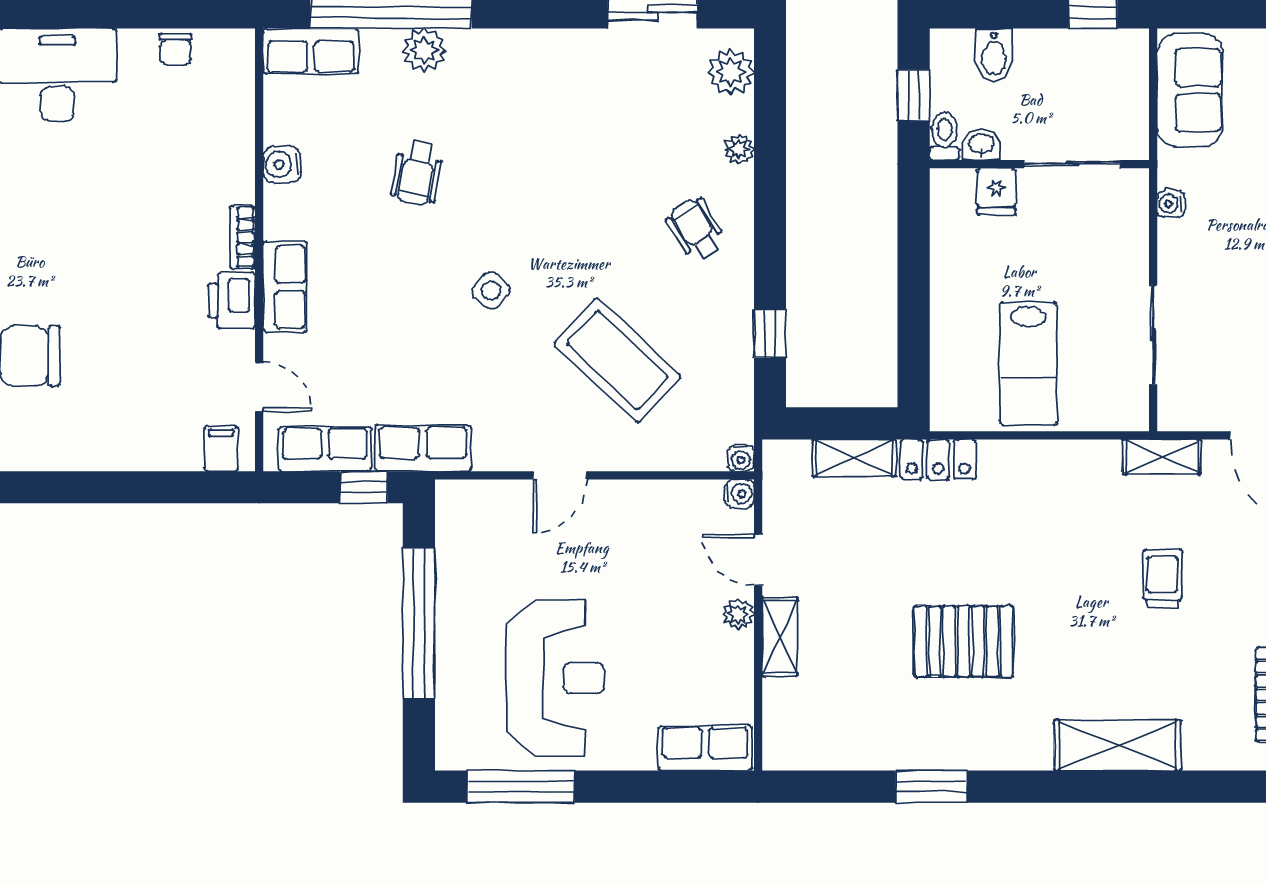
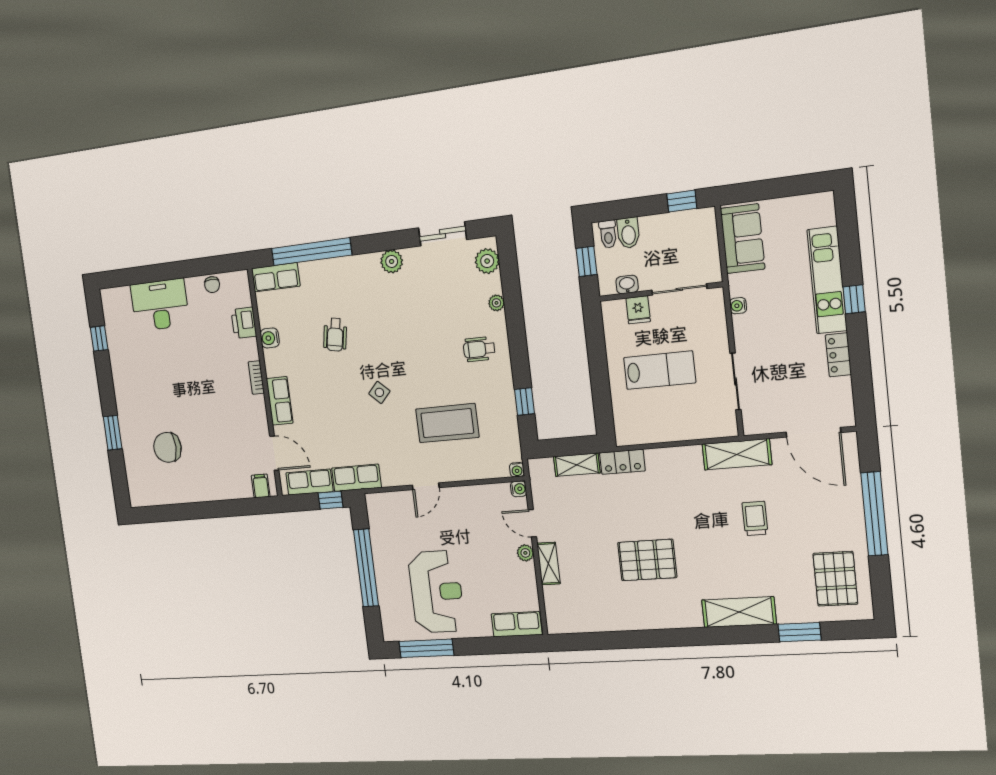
plant: (424, 50) -> (392, 261), moved
toilet: (944, 136) -> (608, 234), moved, turned 180
wheelchair: (696, 230) -> (479, 349), turned -58
printer: (232, 301) -> (244, 323), moved
coffee table: (618, 360) -> (447, 423), turned -43
lab bench: (1029, 363) -> (660, 370), moved, turned -90
door: (259, 387) -> (274, 453), width x1.38
shelving: (1162, 457) -> (737, 454), width x1.50, depth x1.33
window: (931, 787) -> (800, 632), moved

